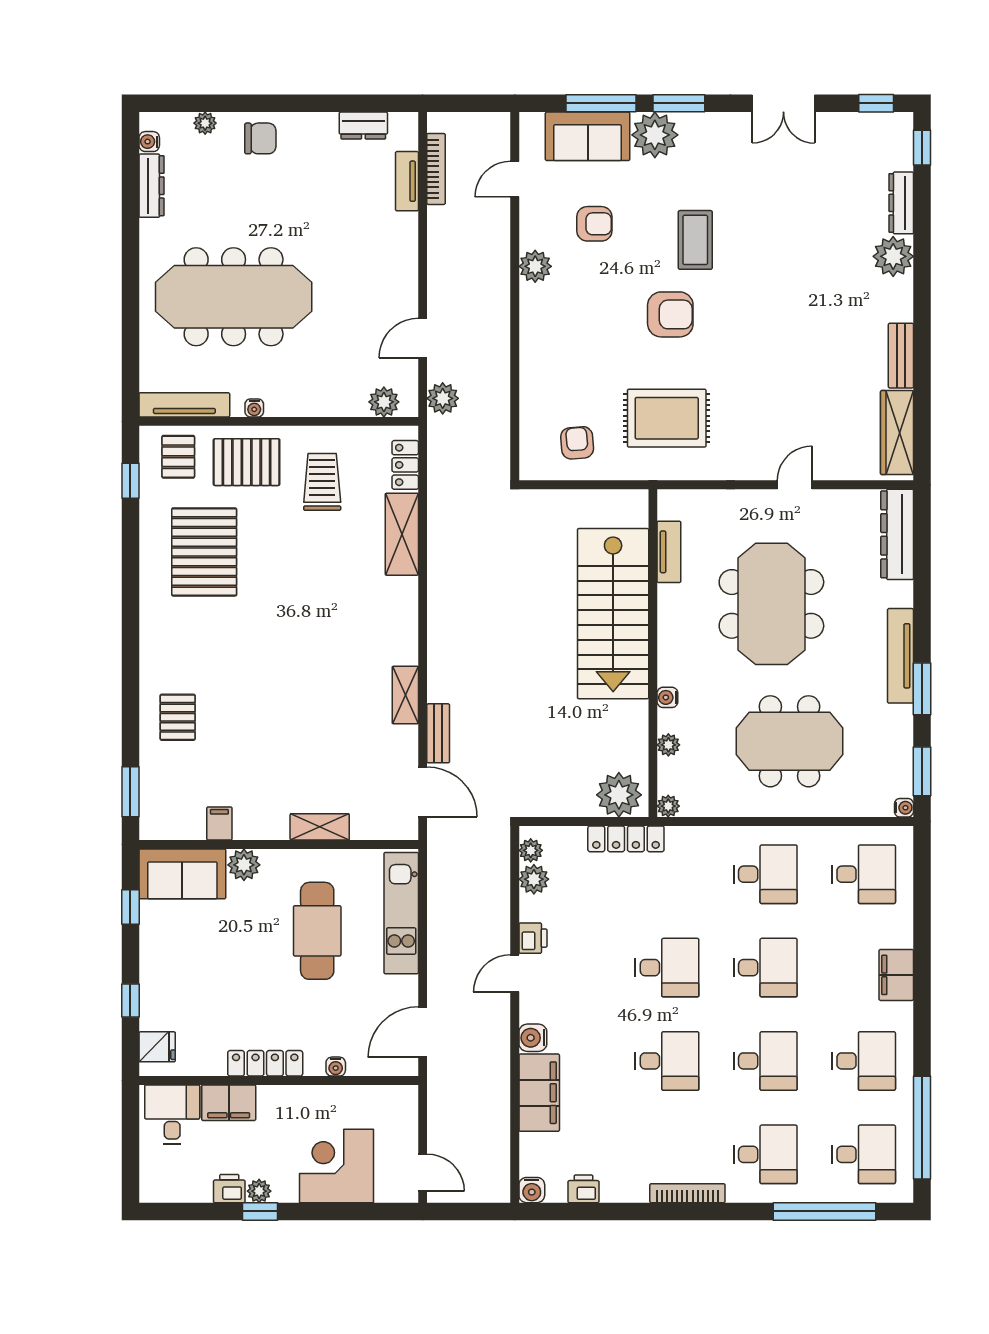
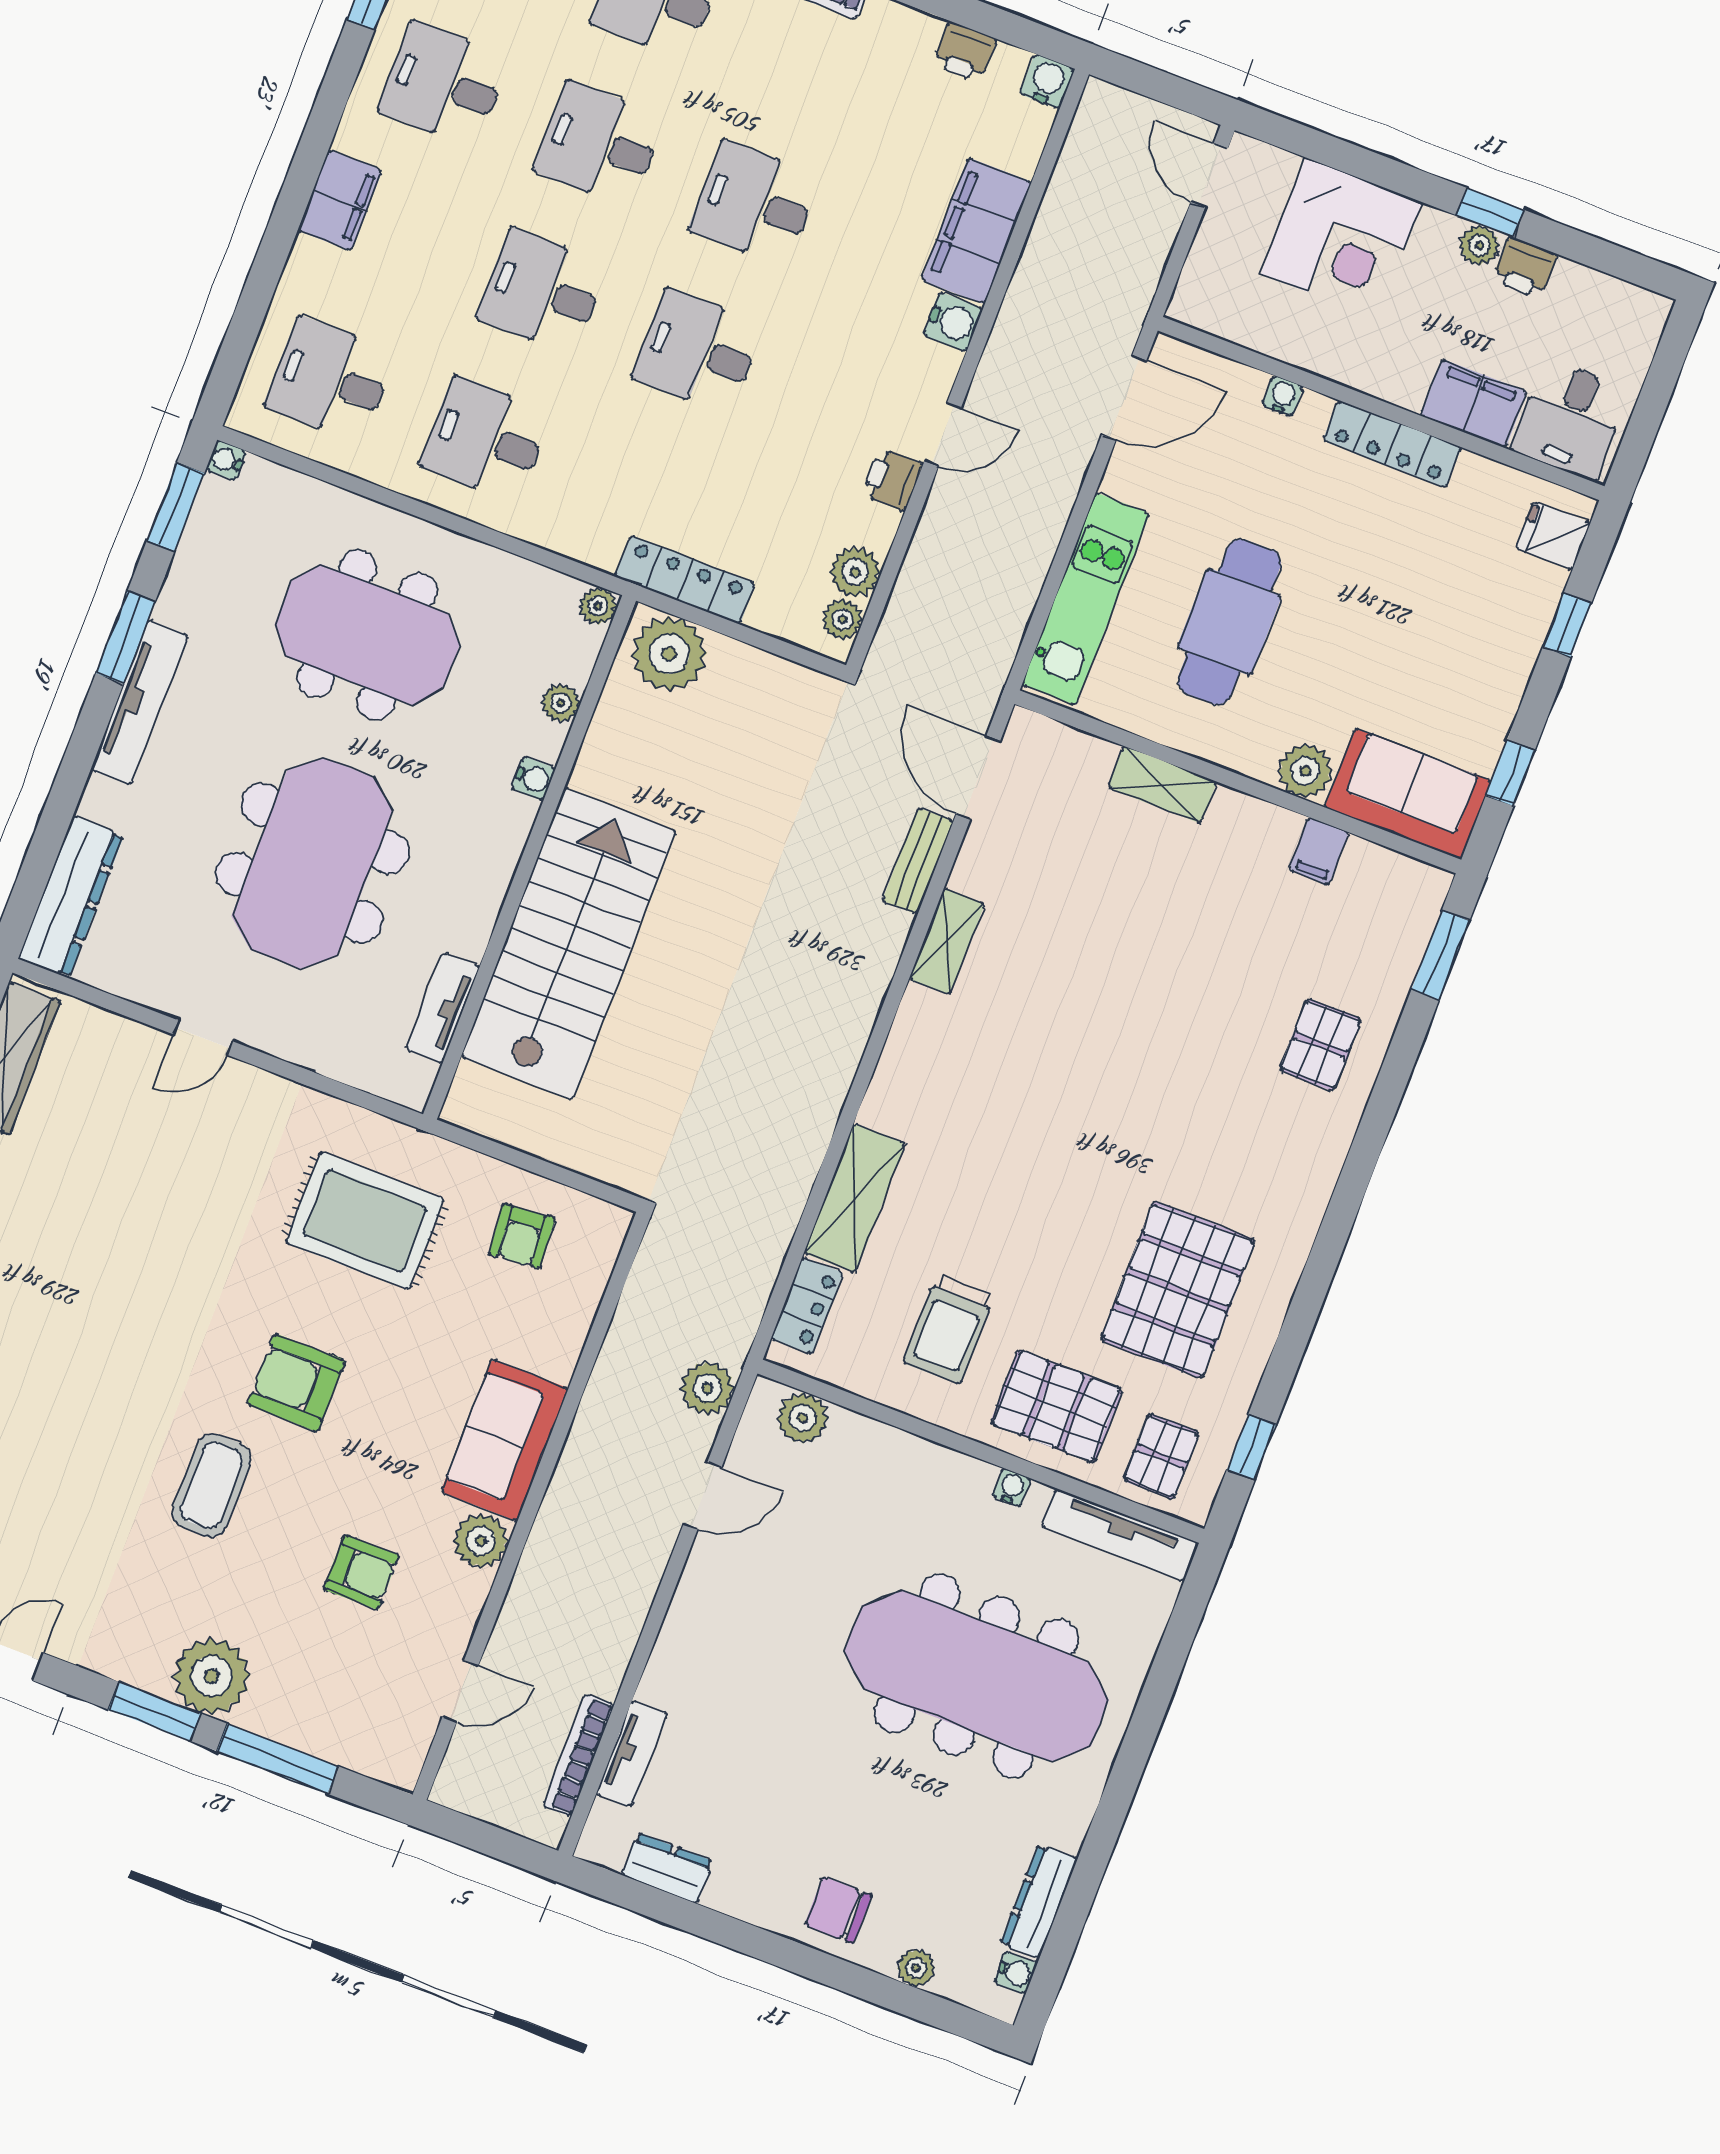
sofa: (588, 136) -> (505, 1440), moved, turned -90
armchair: (594, 224) -> (361, 1572), turned 180

